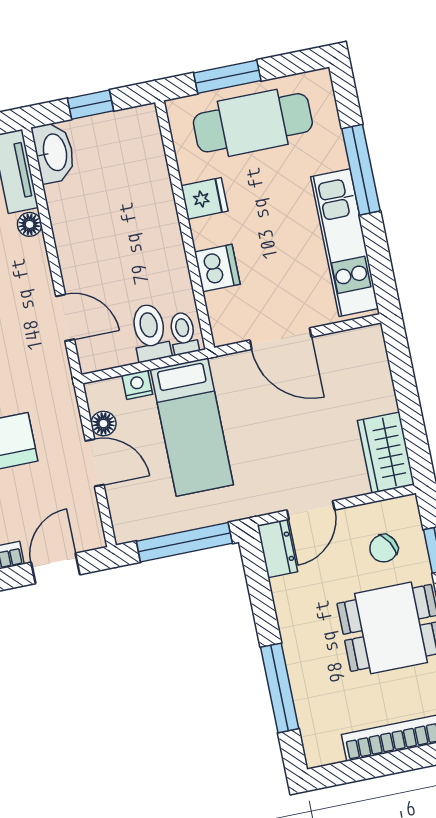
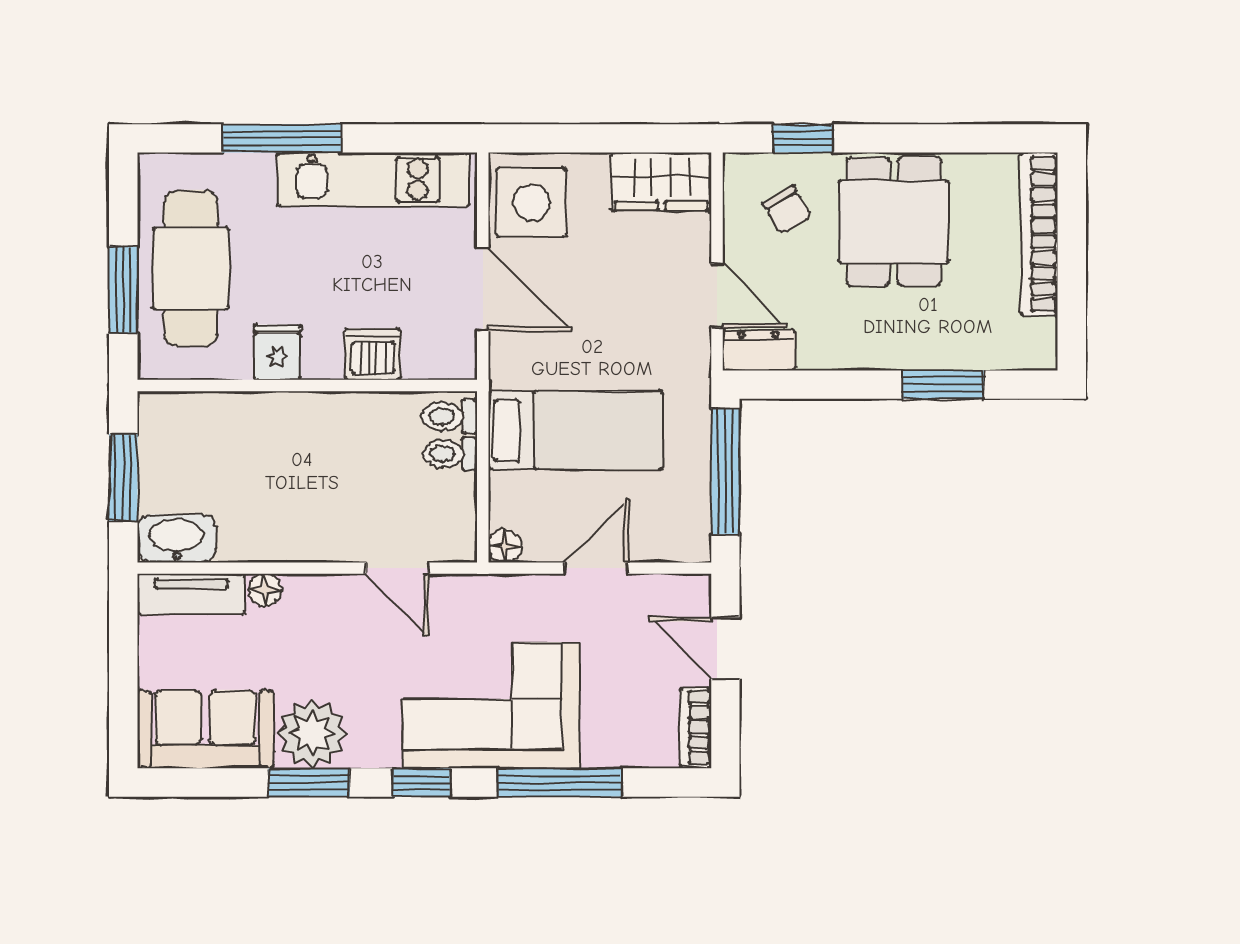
window: (91, 105) -> (123, 477), width x1.50
door: (65, 318) -> (397, 568), swing flipped
toilet: (150, 333) -> (450, 454), width x0.73, depth x0.72
door: (281, 339) -> (483, 290), hinge flipped
side table: (351, 361) -> (532, 202), added
nightstand: (137, 385) -> (505, 491), removed
floor lamp: (104, 424) -> (505, 546), moved
window: (280, 688) -> (943, 385), width x0.69

